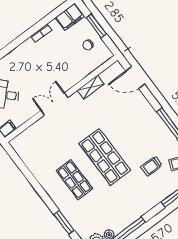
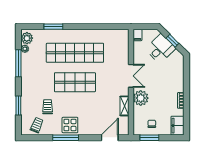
window: (96, 26) -> (149, 138), moved
plant: (70, 76) -> (141, 98), added
display table: (153, 129) -> (70, 125), added
shop shelf: (74, 180) -> (75, 53), width x2.00, depth x1.36

